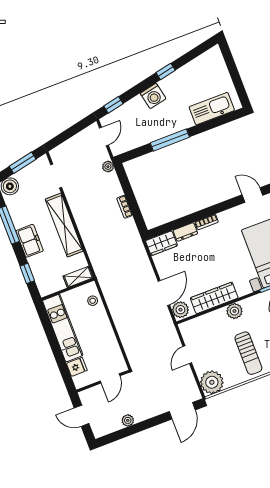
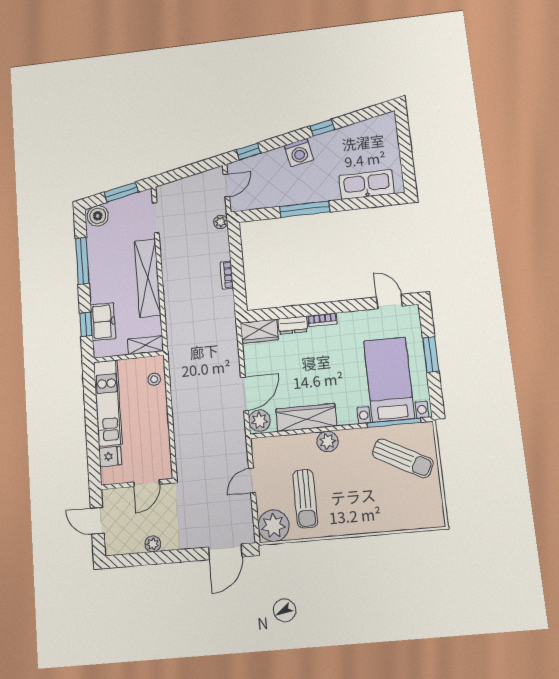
freezer: (30, 241) -> (103, 322), moved
sun lounger: (248, 353) -> (305, 499), moved

